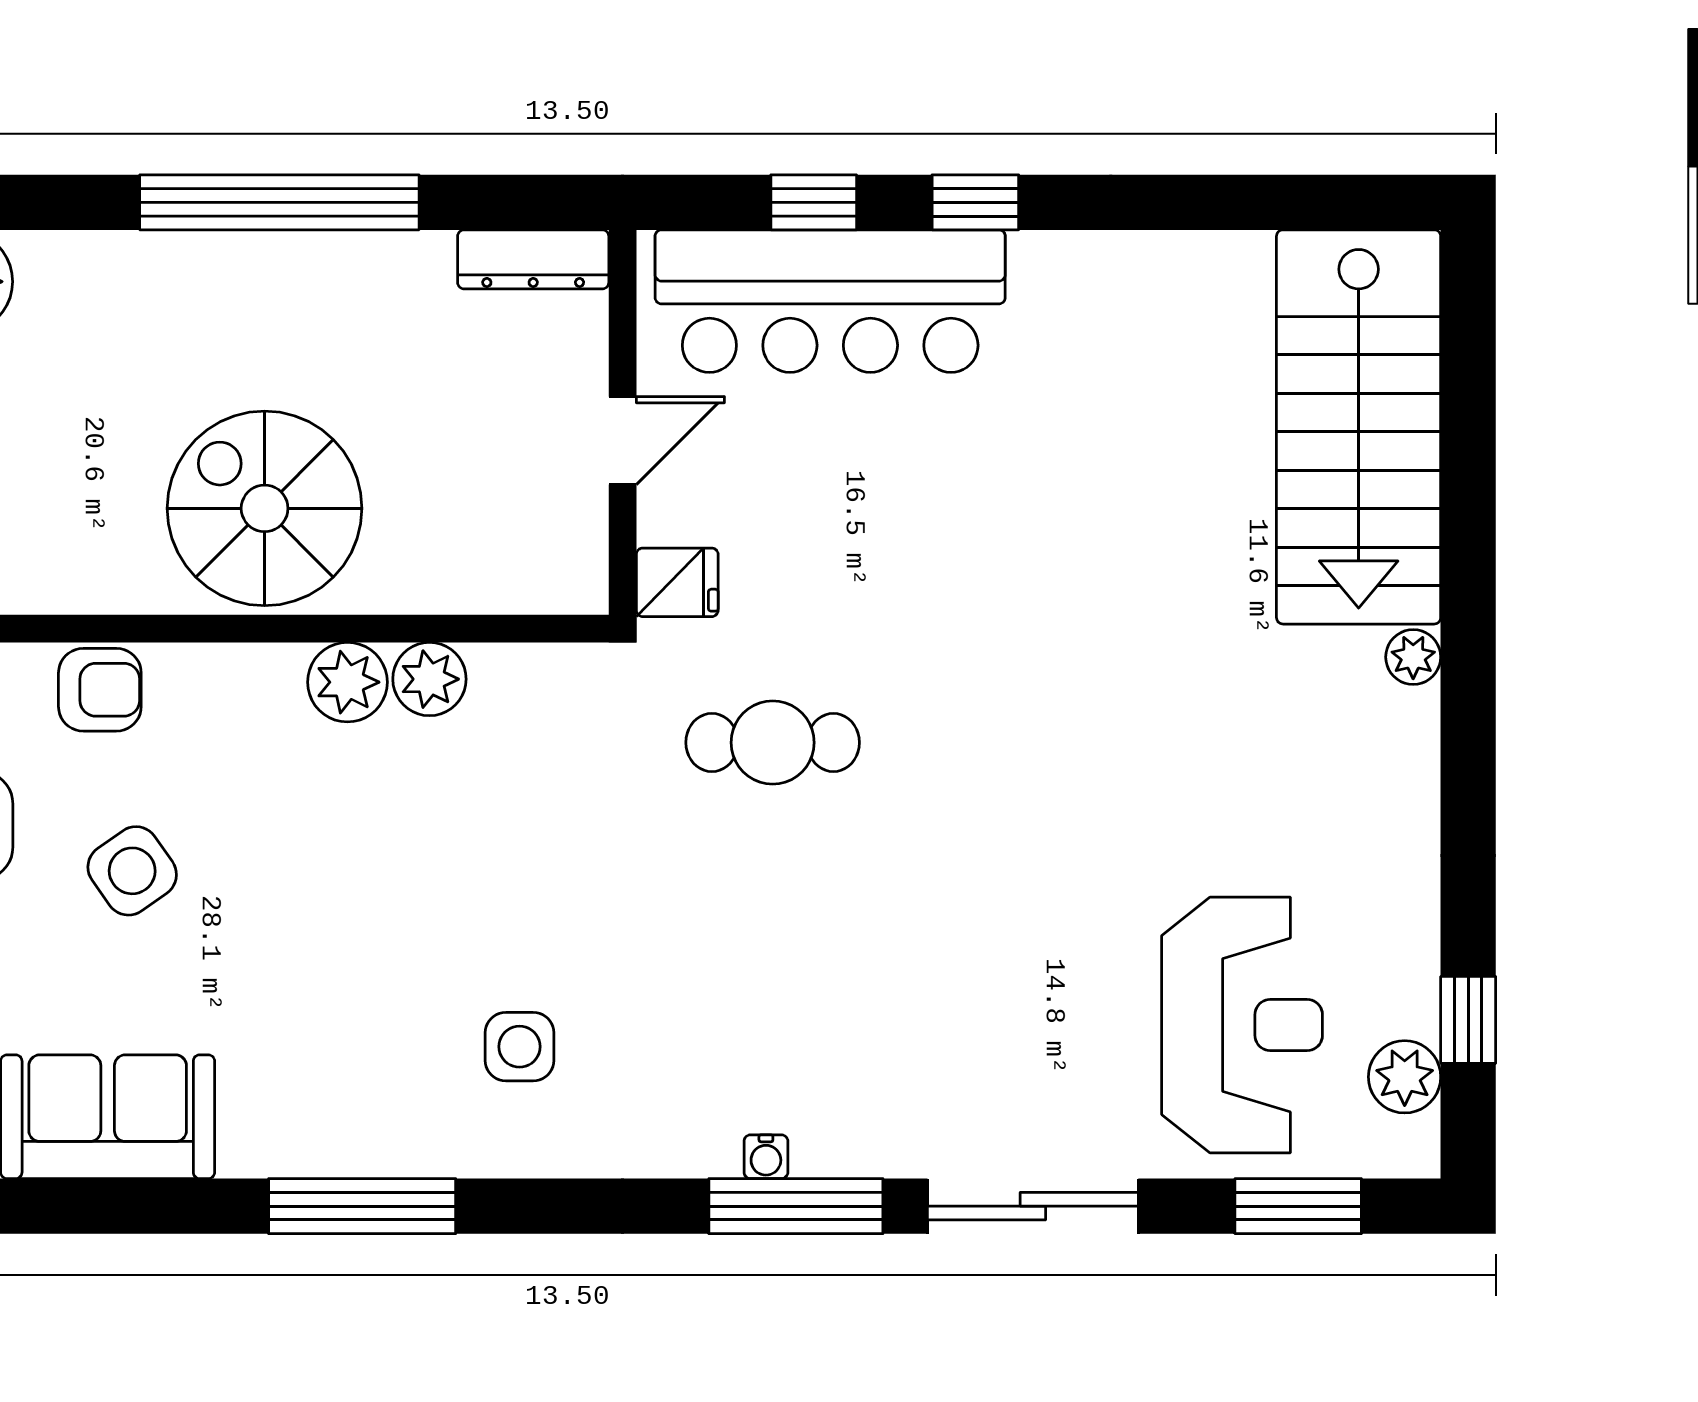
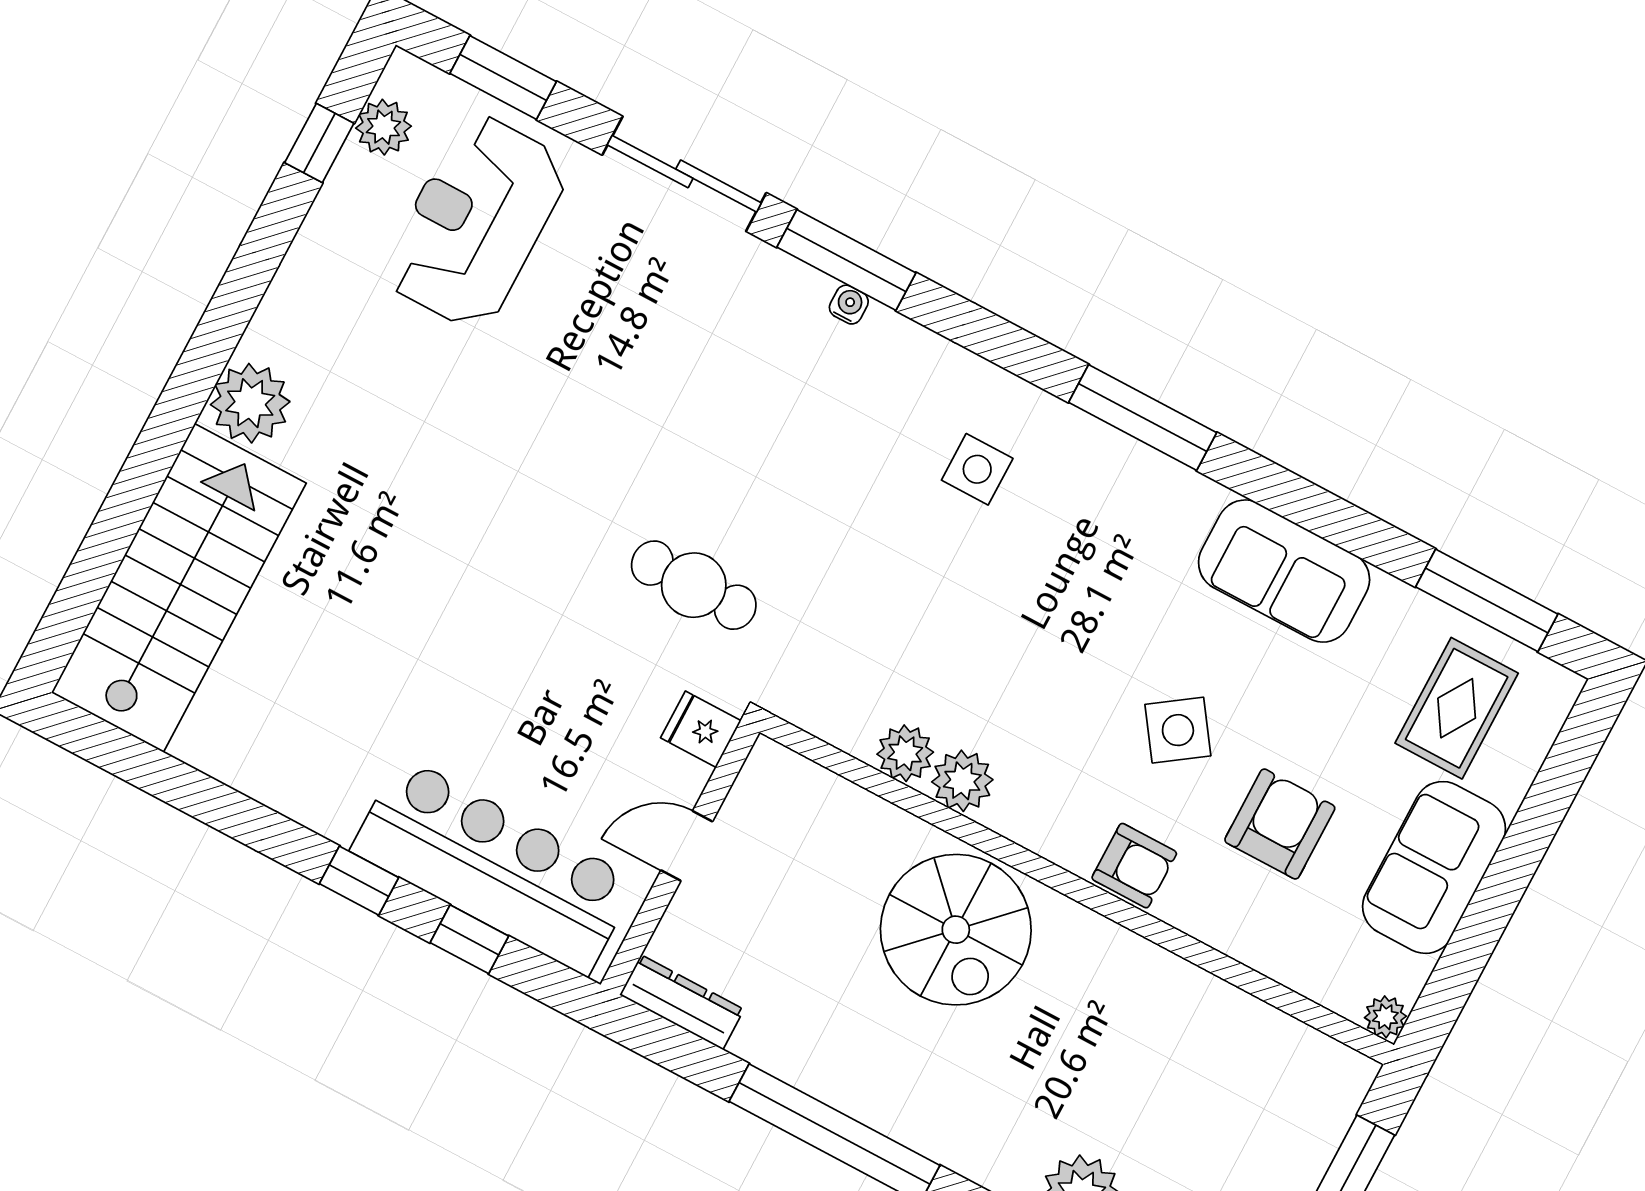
plant: (1413, 657) -> (250, 403), width x1.87, depth x1.87
armchair: (100, 690) -> (1134, 866), turned 180

